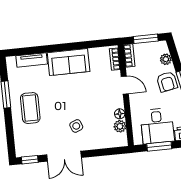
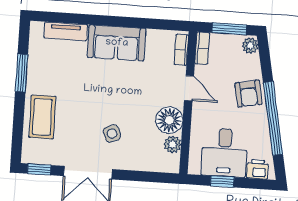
plant: (166, 59) -> (250, 45), moved
coffee table: (30, 108) -> (42, 117), moved
floor lamp: (120, 114) -> (169, 120), width x1.89, depth x1.89
window: (159, 146) -> (222, 182), width x0.67

